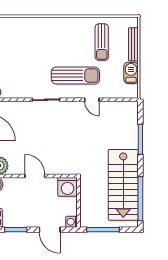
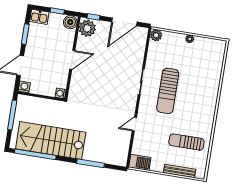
barbecue: (131, 73) -> (140, 162), moved
sun lounger: (75, 76) -> (168, 91), moved
washing machine: (68, 187) -> (61, 93), width x0.53, depth x0.53

